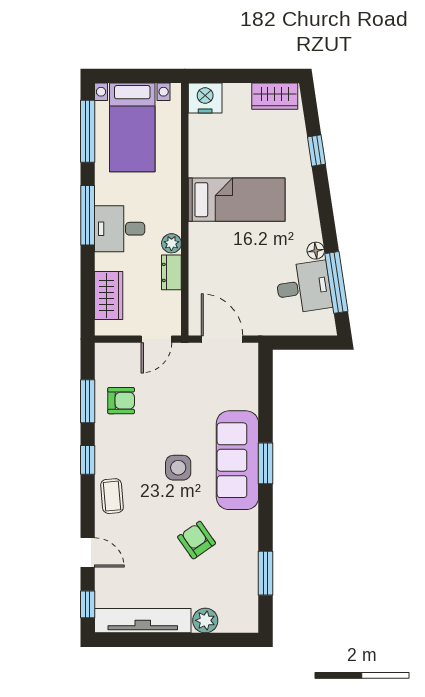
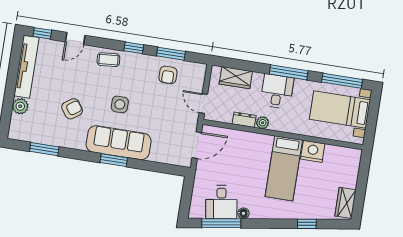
nightstand: (205, 98) -> (313, 151), moved, turned -90

